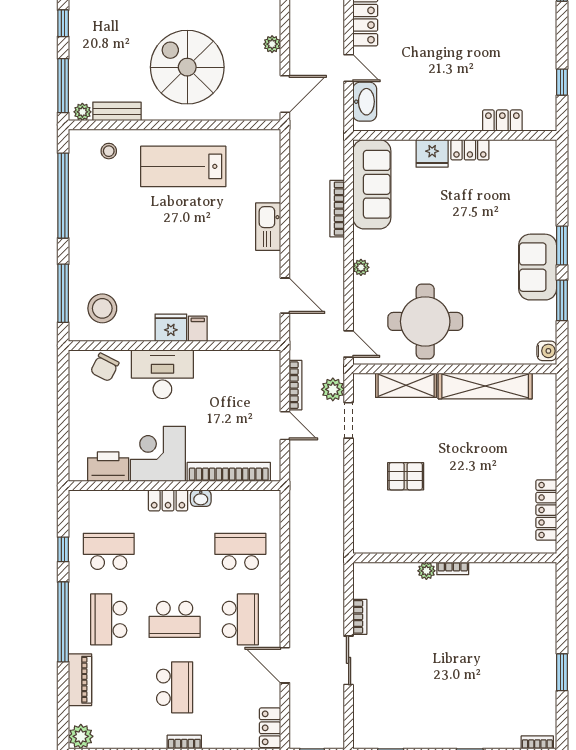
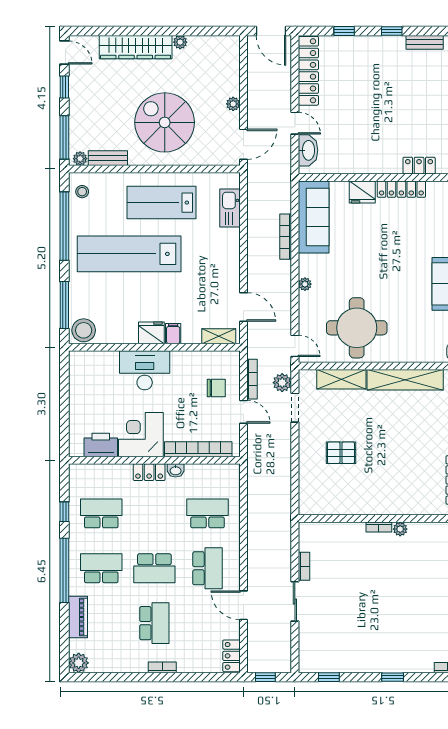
locker: (470, 150) -> (401, 189), width x1.53
stool: (109, 151) -> (82, 192), moved
kitchen sink: (268, 227) -> (230, 208), moved
lab bench: (143, 230) -> (129, 254), added
stool: (102, 308) -> (84, 330), moved
shelving: (254, 332) -> (219, 336), added
chair: (105, 367) -> (216, 388), moved, turned -117
plant: (426, 571) -> (400, 529), moved
school desk: (109, 619) -> (101, 568), turned 90

